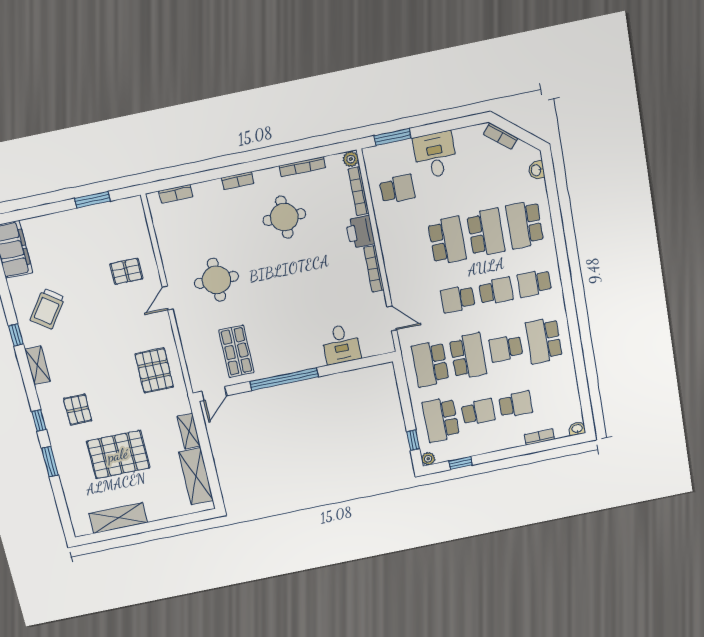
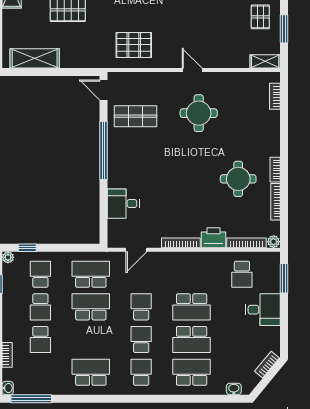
bookcase: (238, 181) -> (275, 170), moved
pallet: (126, 271) -> (260, 17), moved
school desk: (496, 291) -> (141, 340), turned 180
school desk: (506, 348) -> (91, 340), removed
school desk: (468, 356) -> (91, 307), turned 180
window: (585, 400) -> (31, 399), added
school desk: (441, 420) -> (40, 274), width x0.54
shelving: (189, 431) -> (265, 61), moved

